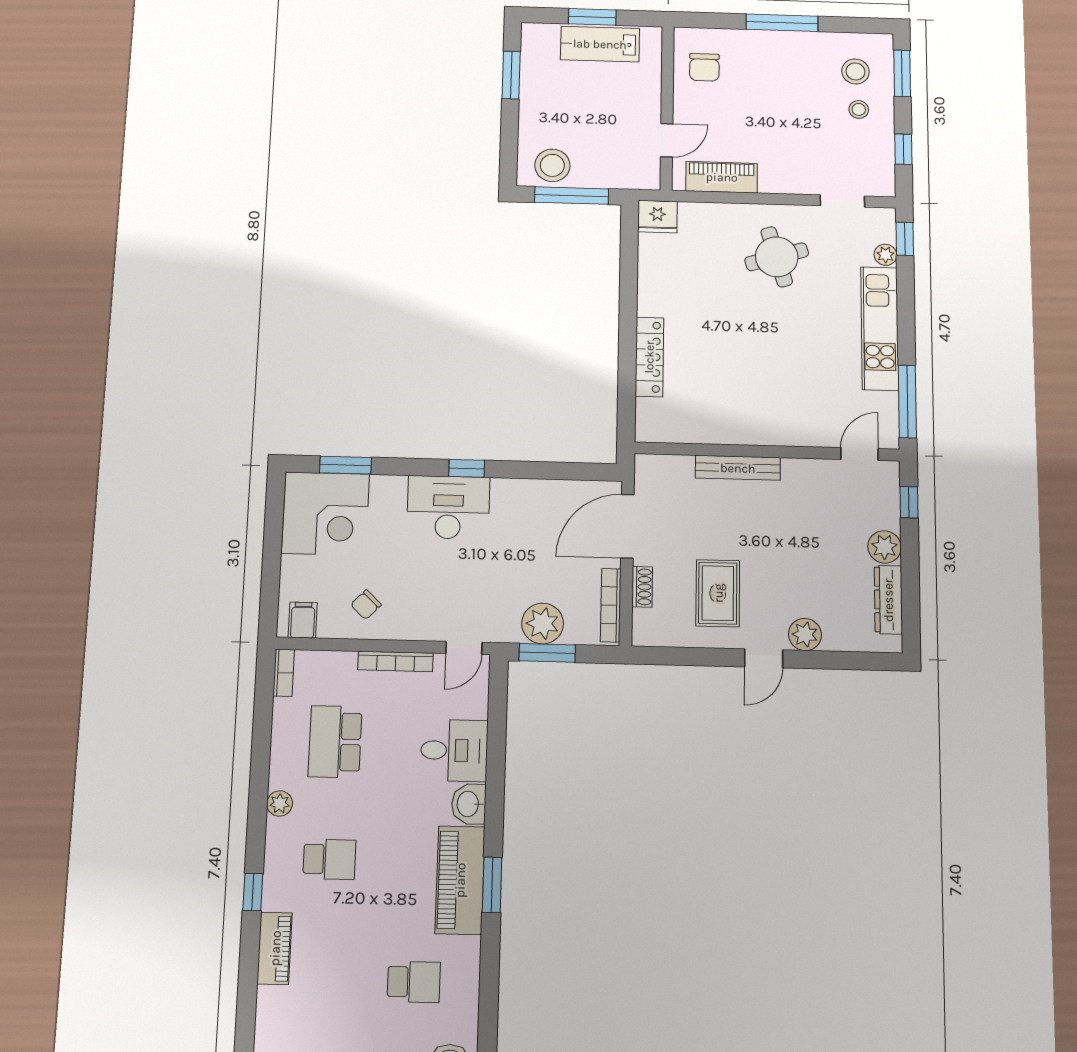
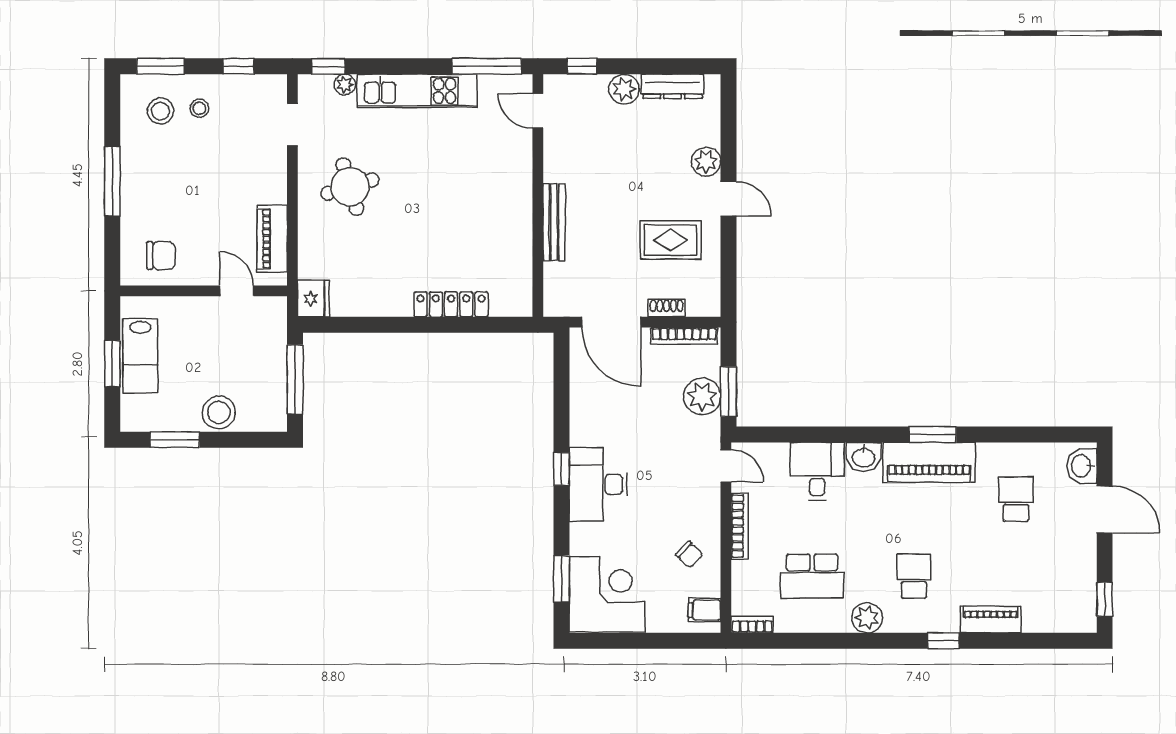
stool: (552, 165) -> (219, 412), moved
plant: (280, 803) -> (867, 618), width x1.38, depth x1.38

